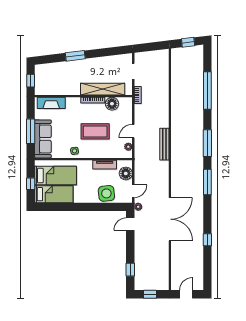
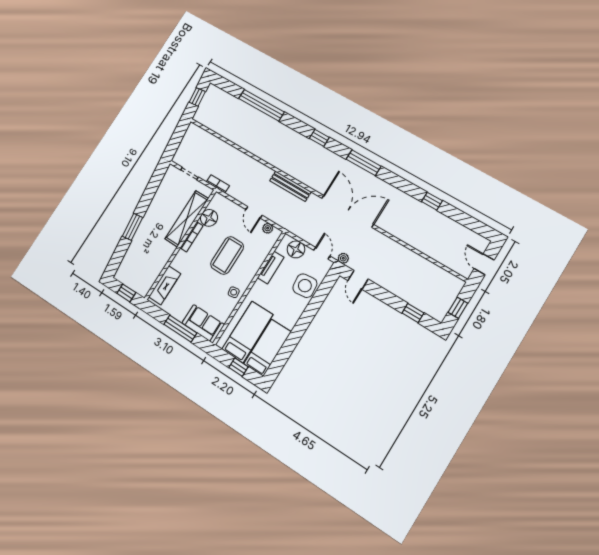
sofa: (43, 139) -> (203, 324), width x0.73
window: (207, 143) -> (319, 138), width x0.46
double door: (170, 219) -> (348, 211), moved

